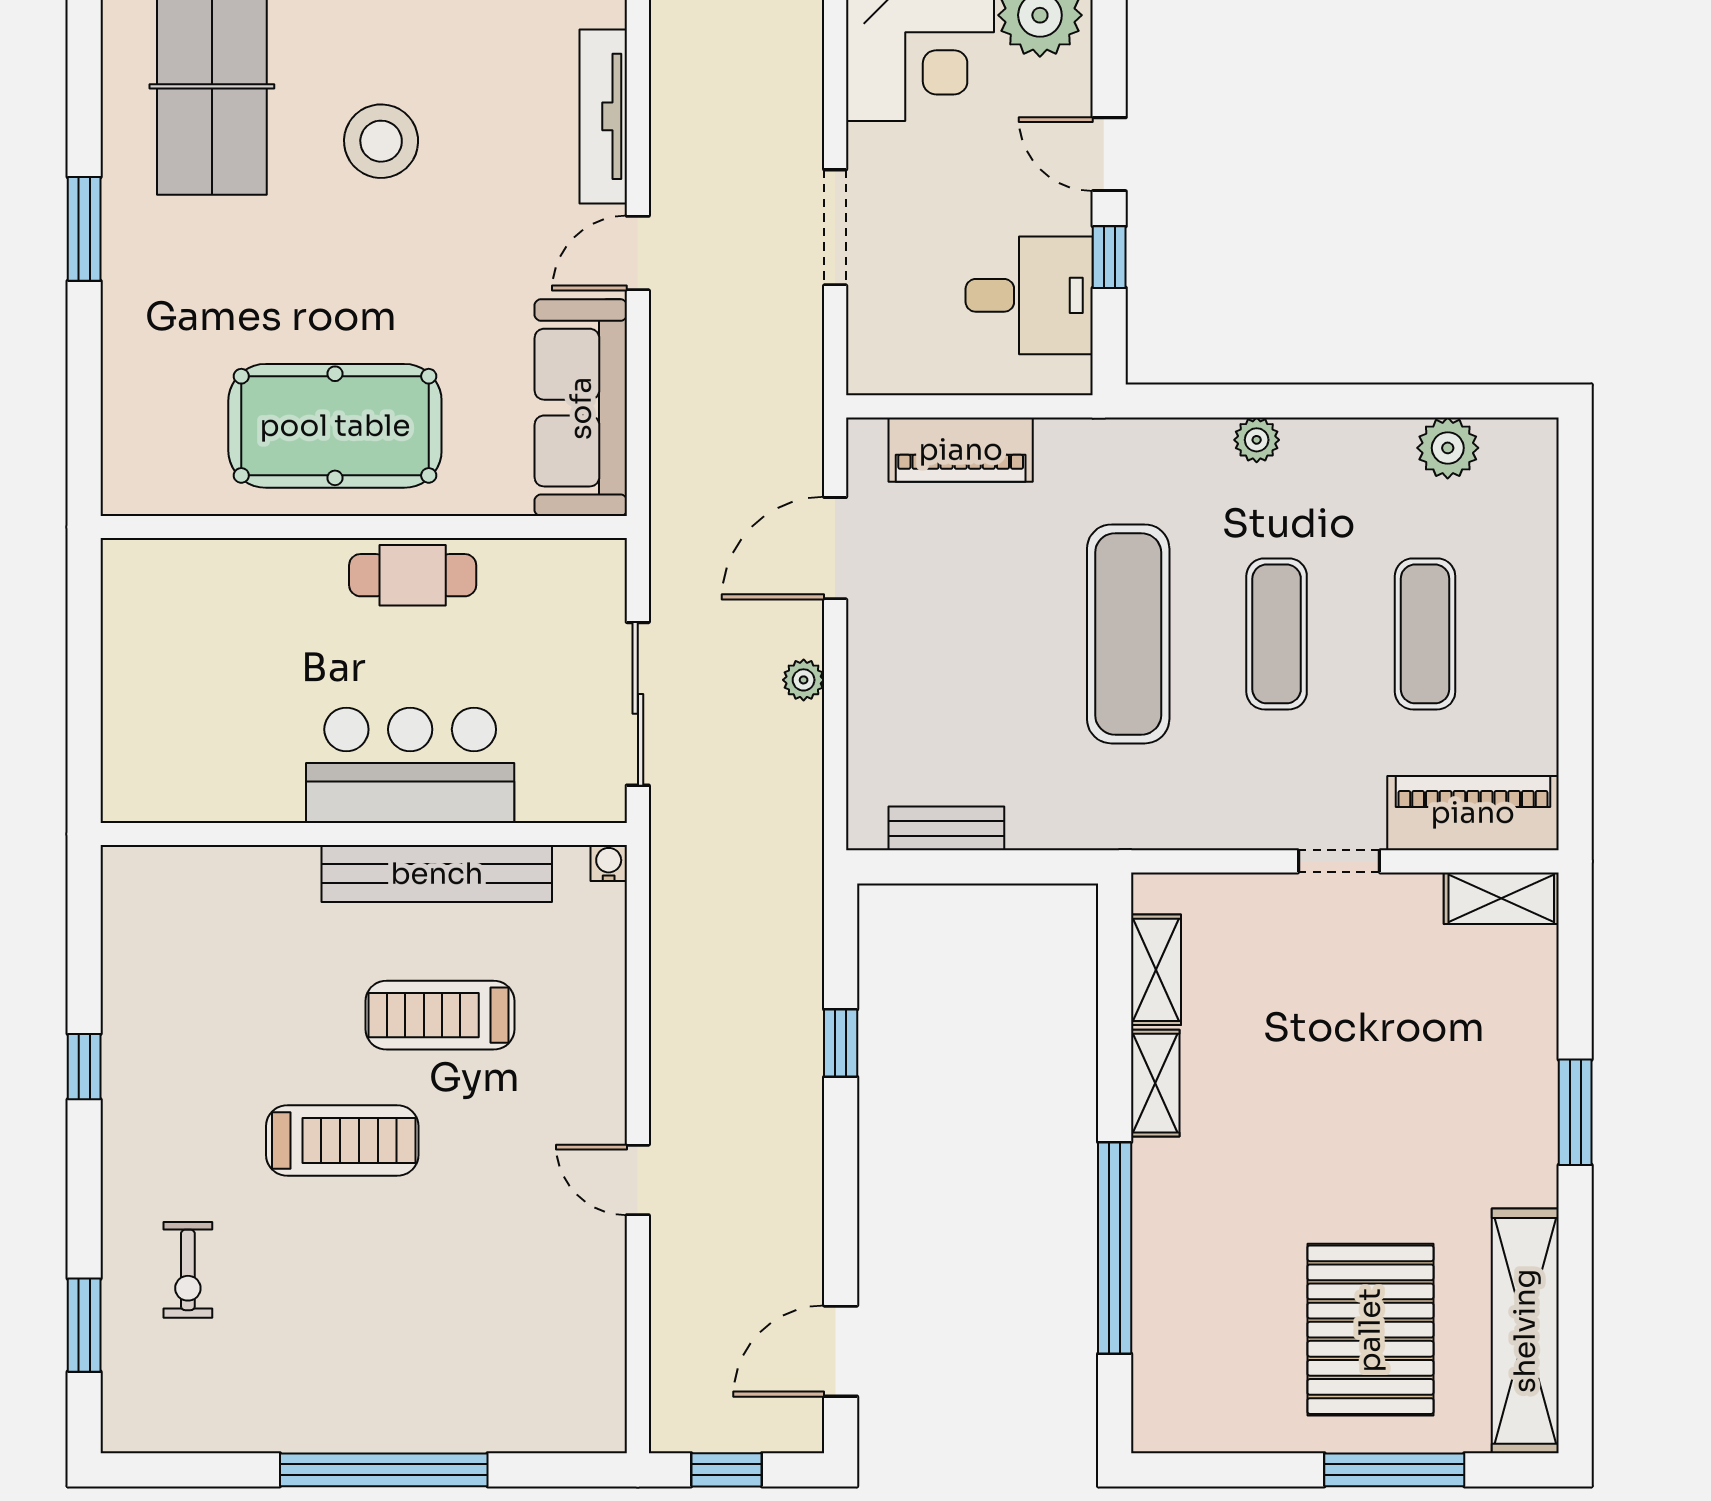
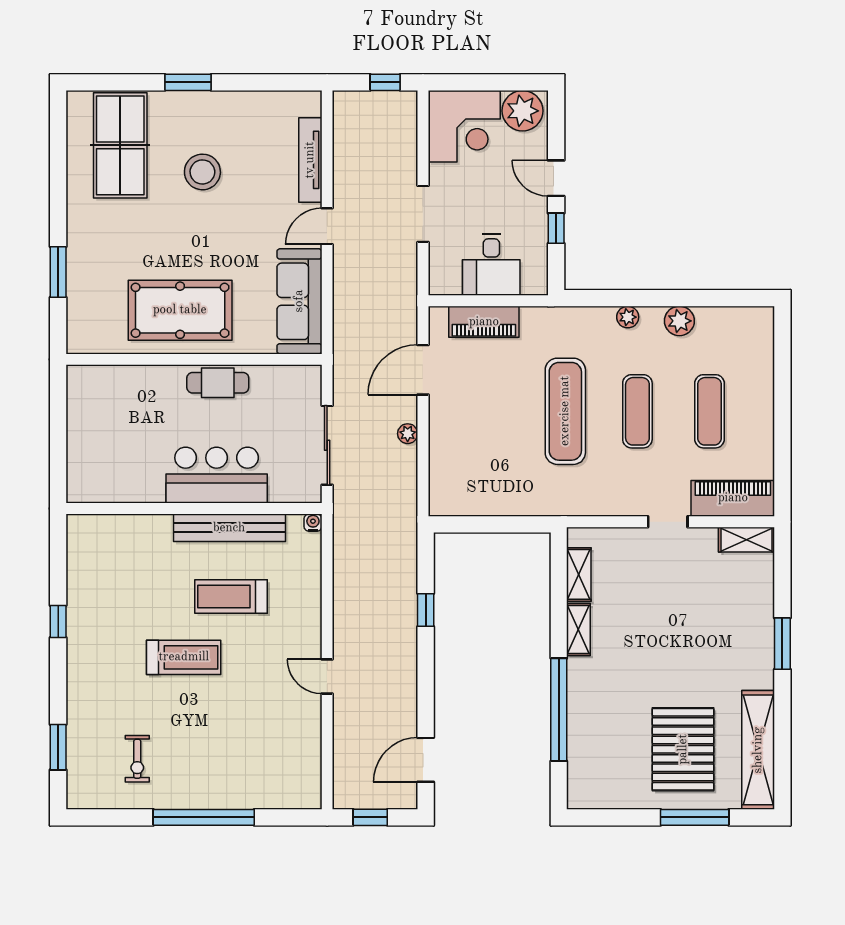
window: (84, 229) -> (58, 272), moved
desk: (1029, 295) -> (491, 265), moved, turned 90
plant: (1448, 448) -> (679, 321), moved
bench: (946, 828) -> (477, 506), removed
exercise bike: (188, 1270) -> (137, 759), moved

